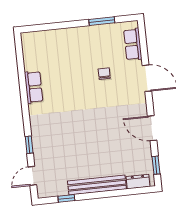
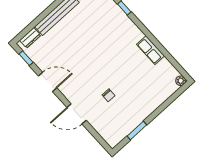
plant: (26, 38) -> (181, 81), added
row of seats: (133, 44) -> (104, 130), removed

